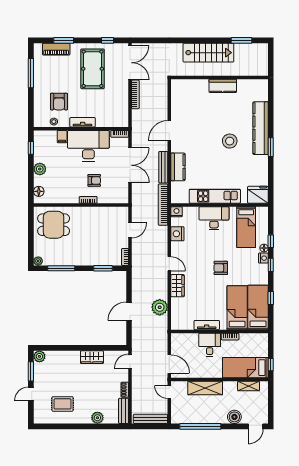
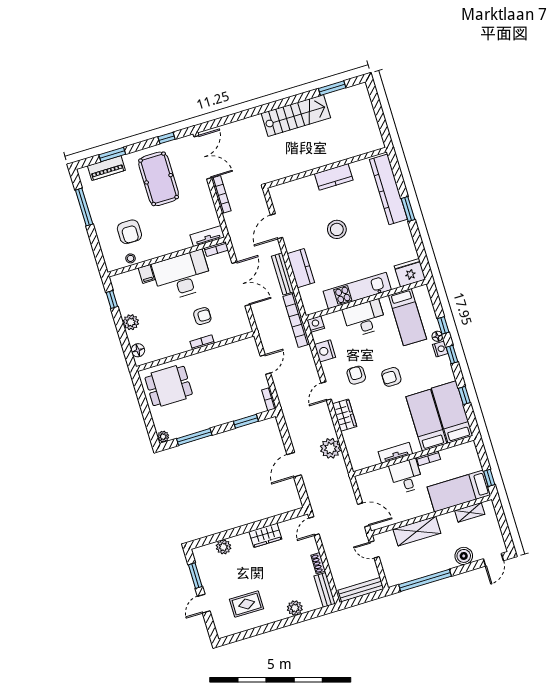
wall: (220, 77) -> (326, 168), moved
kitchen counter: (223, 86) -> (334, 177), moved
tv unit: (83, 122) -> (207, 236), moved
stool: (230, 141) -> (337, 229), moved
armchair: (195, 259) -> (356, 375), added
door: (169, 264) -> (326, 391), swing flipped
plant: (39, 356) -> (223, 547), moved

